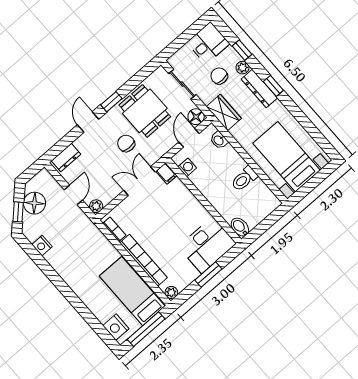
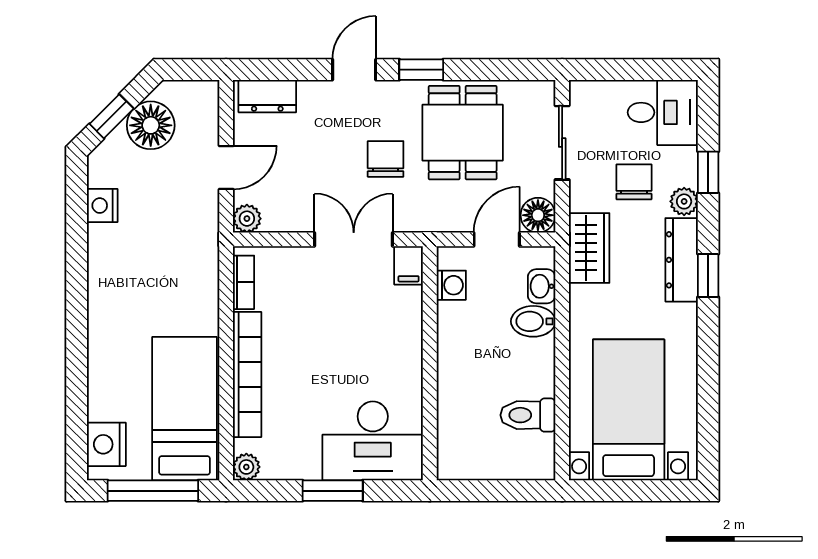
toilet: (244, 179) -> (528, 415), moved
bidet: (240, 227) -> (533, 321), moved, turned -90

